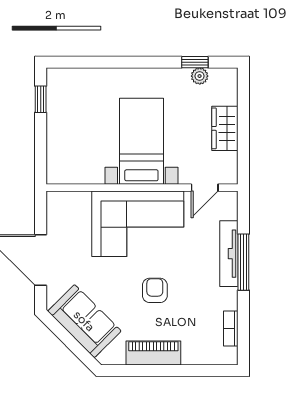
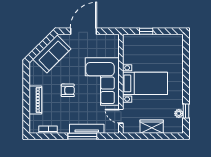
window: (41, 99) -> (146, 31), moved
piano: (153, 353) -> (35, 100), moved

